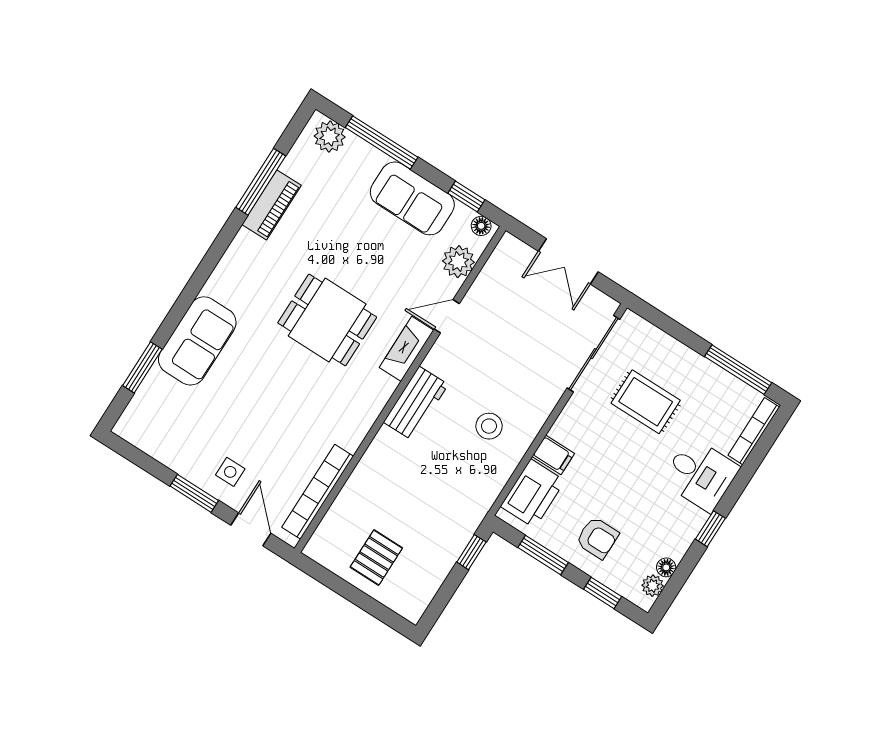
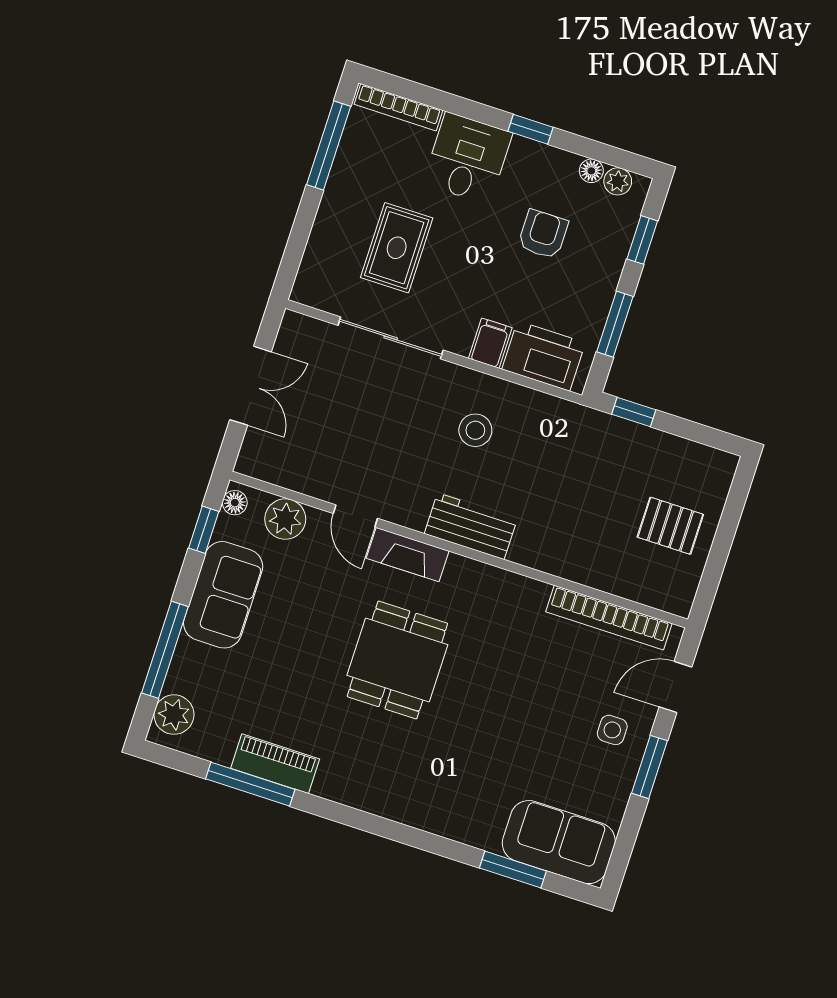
sofa: (197, 341) -> (559, 842), moved
sliding door: (593, 354) -> (391, 338), moved
armchair: (597, 538) -> (543, 234), moved

